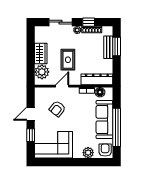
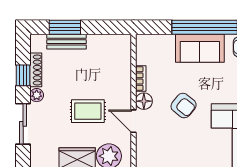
dresser: (97, 79) -> (122, 61), removed
floor lamp: (100, 92) -> (144, 101), moved
armchair: (57, 109) -> (184, 106), moved
sofa: (104, 120) -> (200, 48), width x0.73

